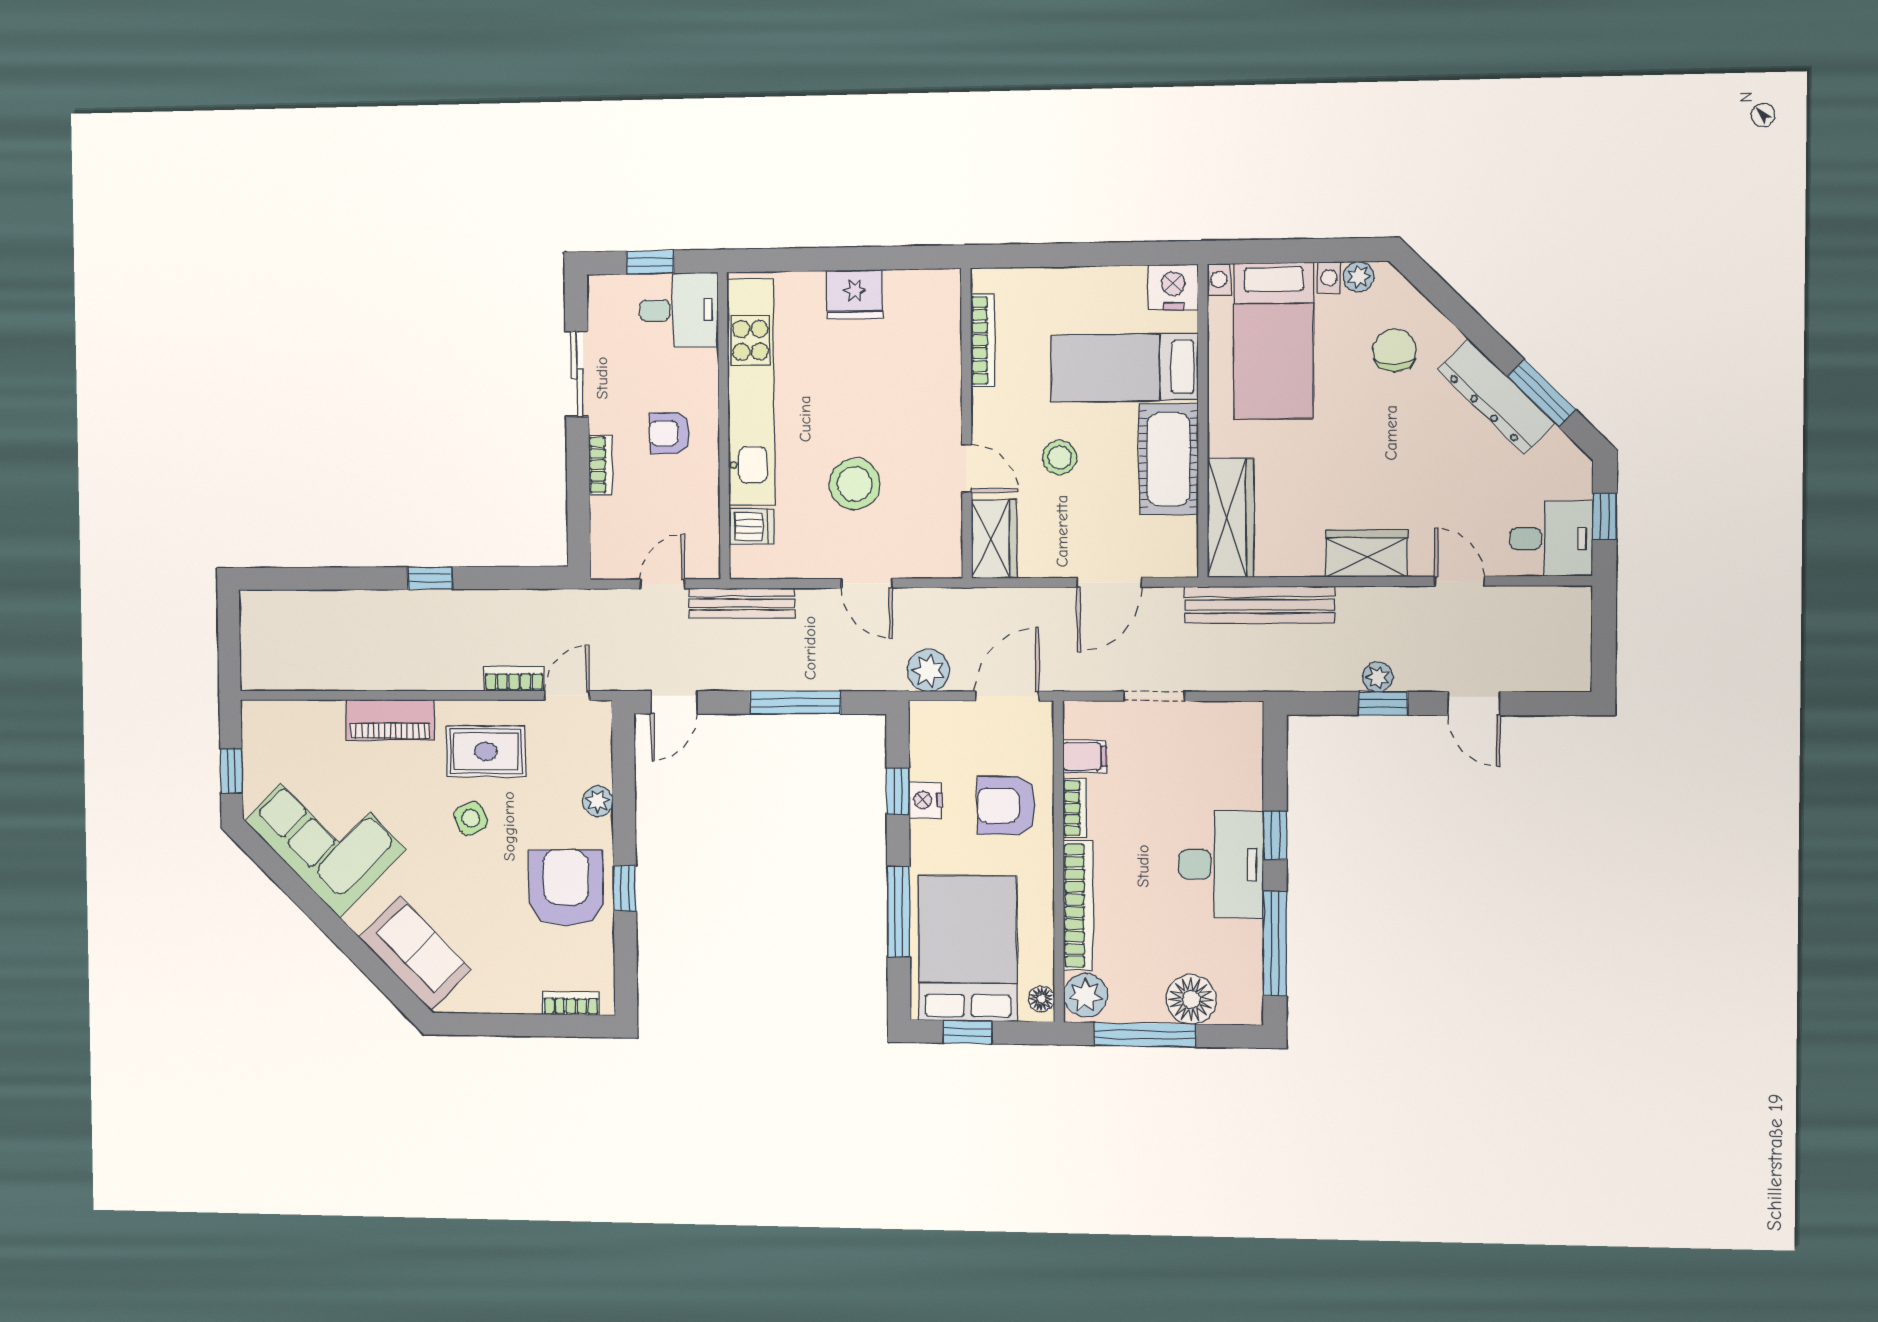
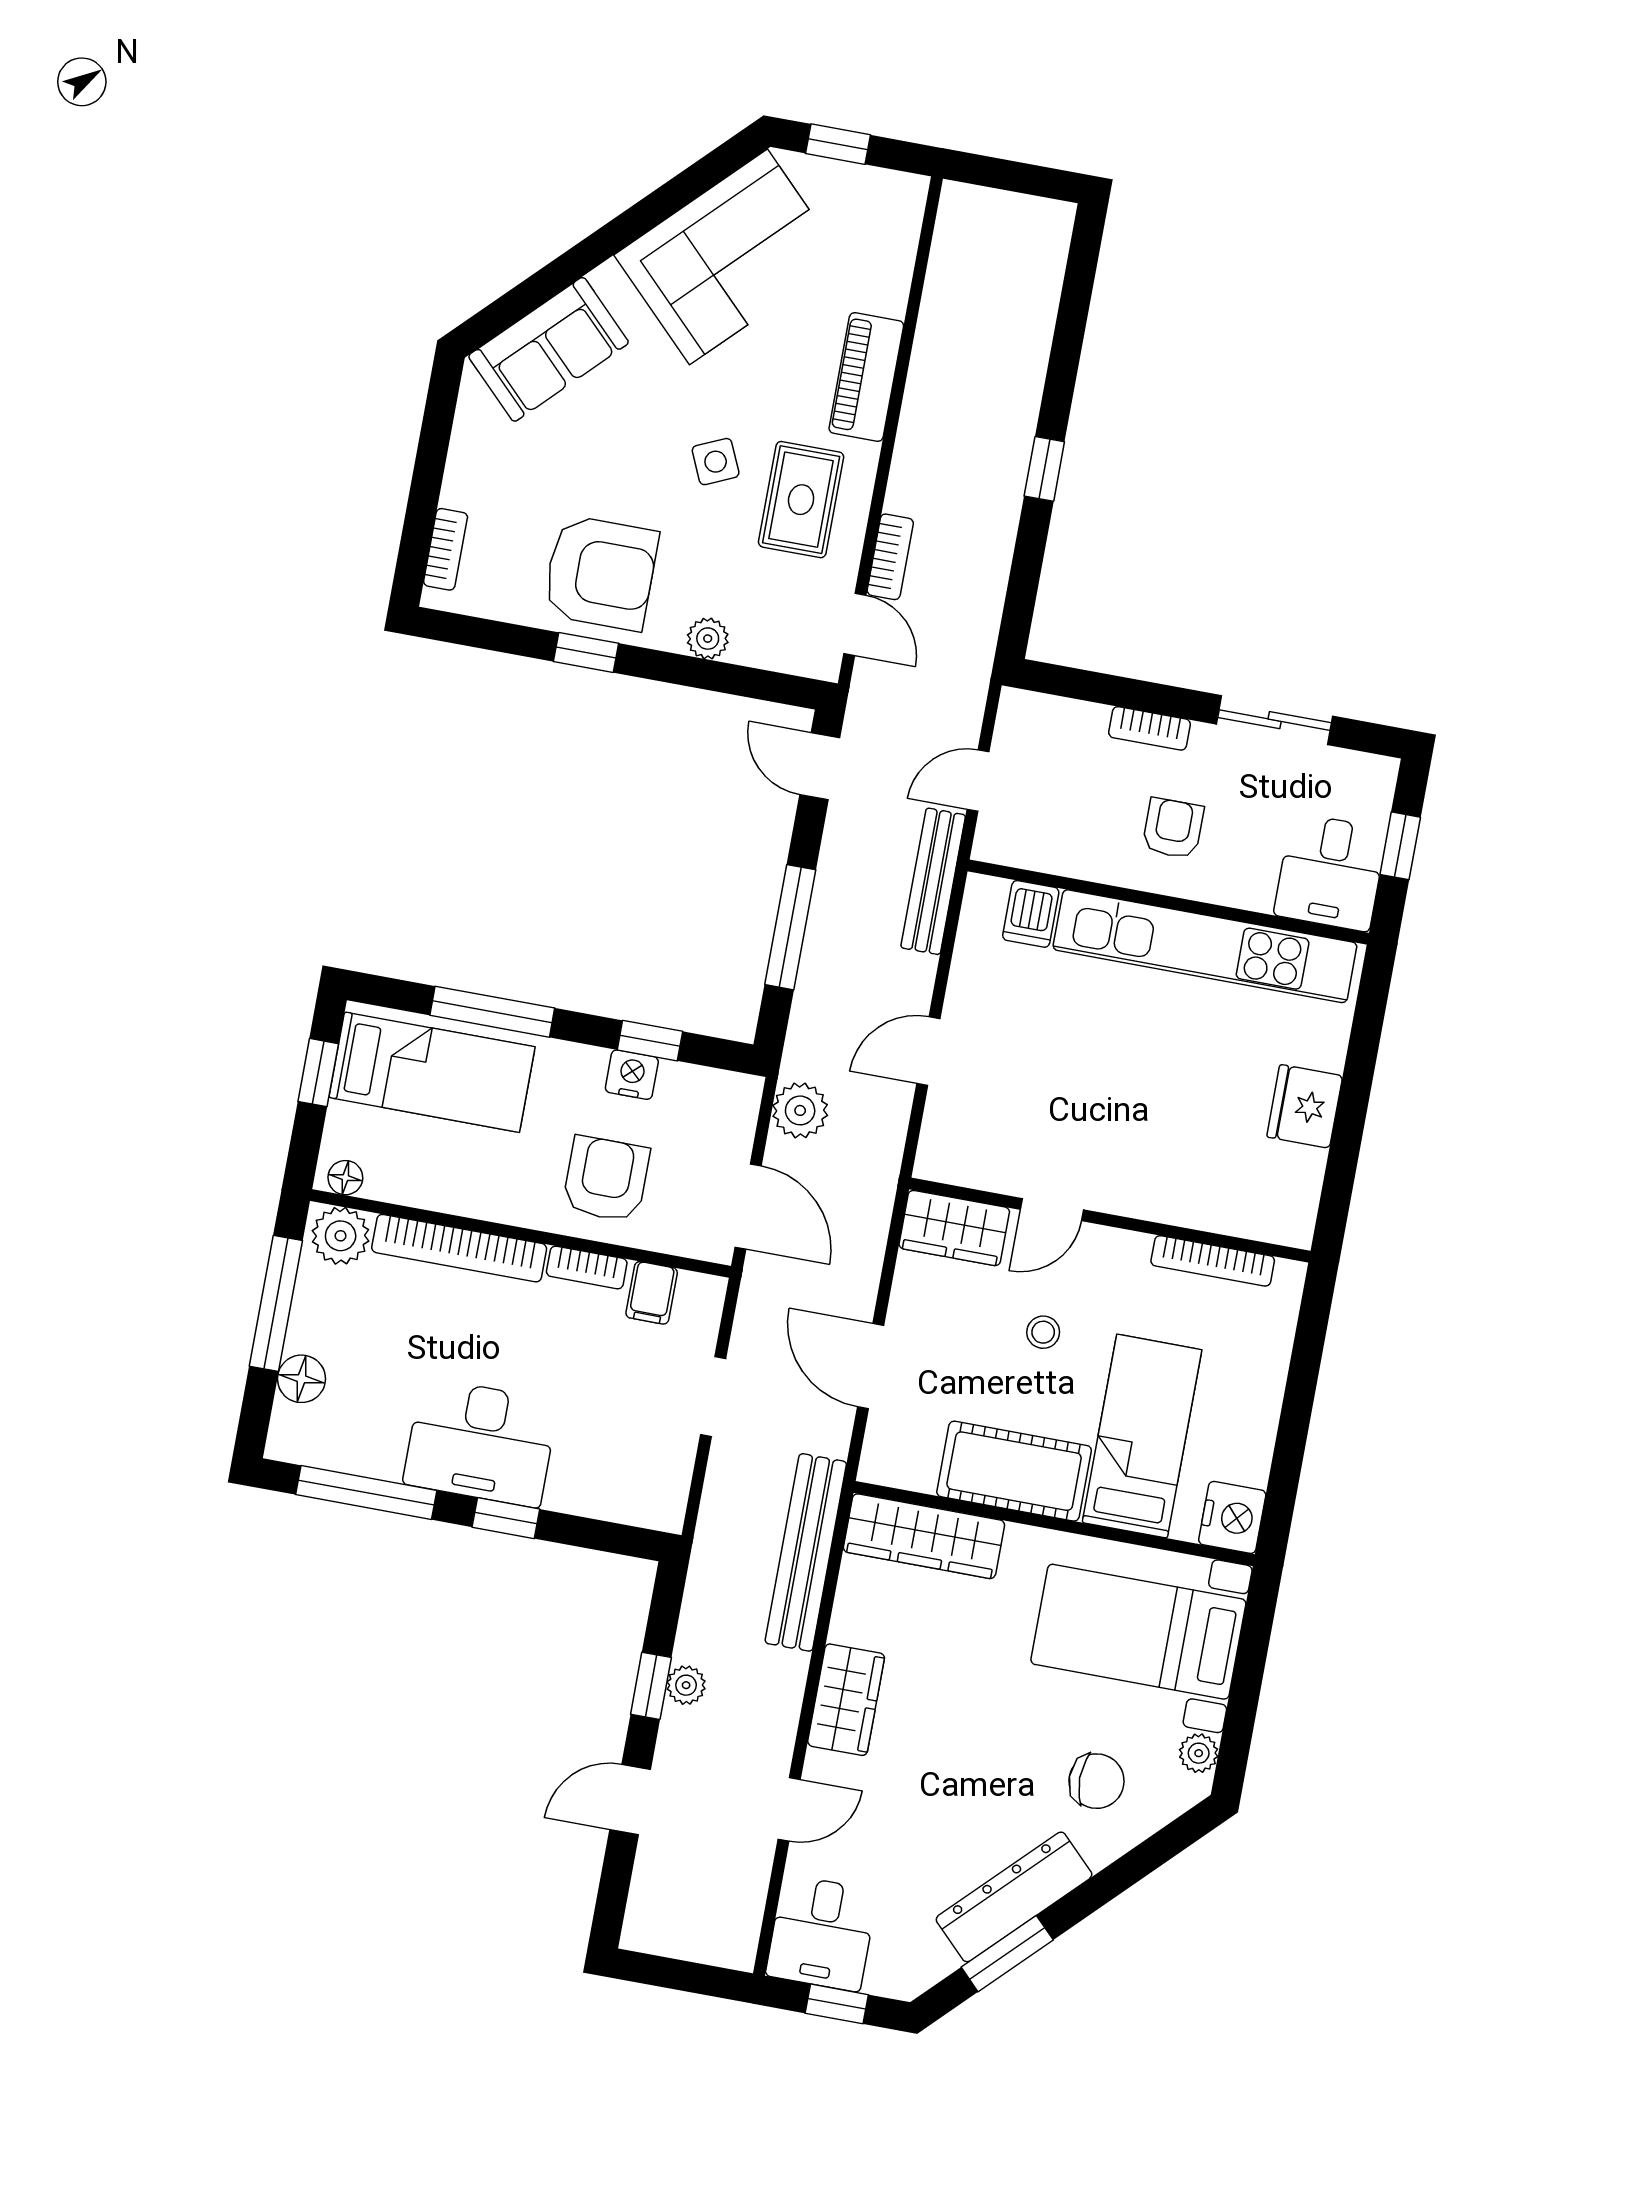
stool: (1060, 458) -> (1043, 1332), width x0.73, depth x0.73
stool: (855, 484) -> (1060, 1060), removed
door: (662, 584) -> (978, 781), swing flipped
bed: (968, 948) -> (432, 1072), width x0.67
floor lamp: (1191, 999) -> (302, 1379), width x0.73, depth x0.73

